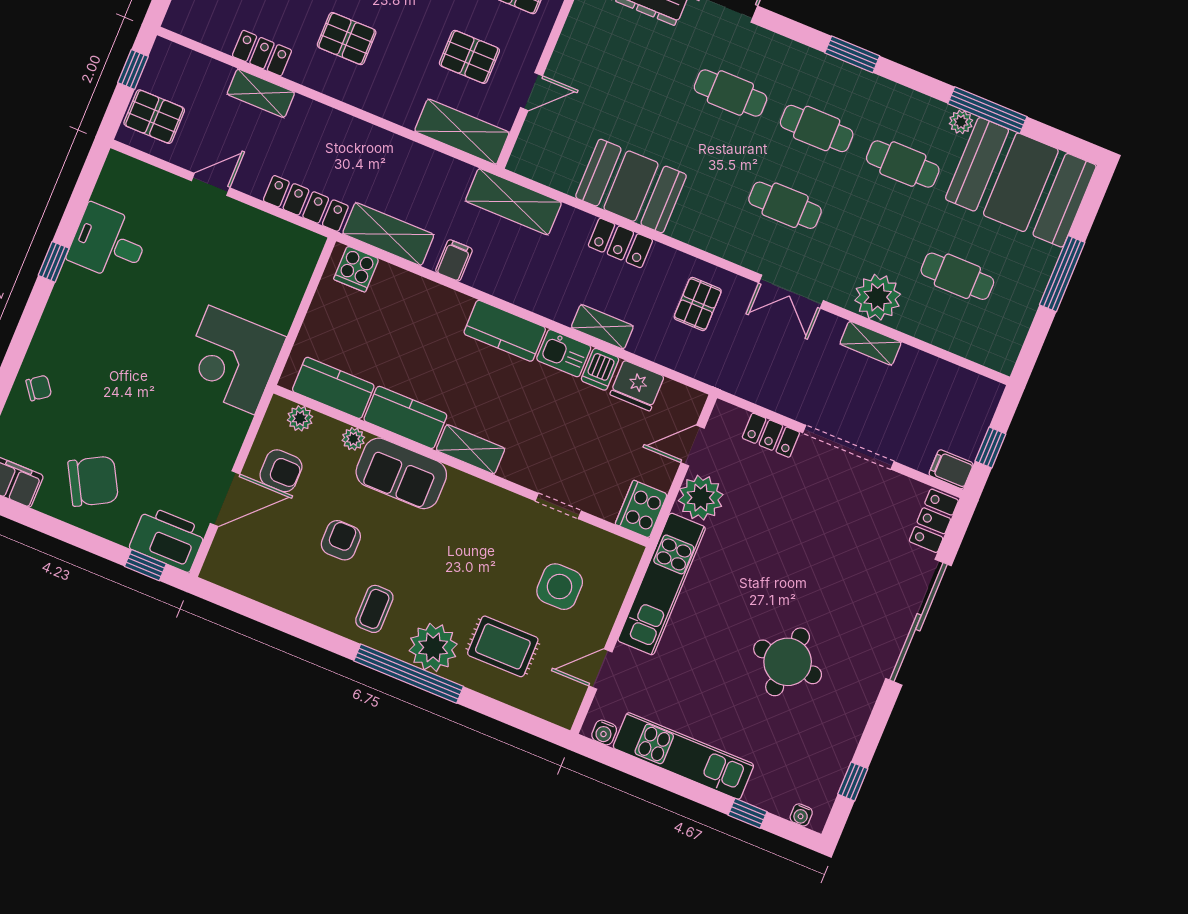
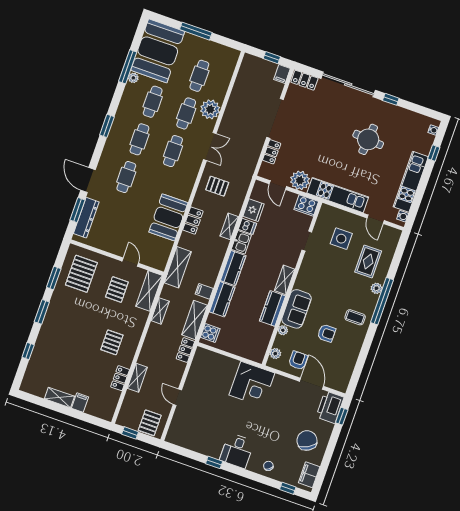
locker: (306, 203) -> (185, 350), width x0.66
cafe table: (871, 241) -> (186, 113), added
desk: (109, 243) -> (237, 451), moved
shelving: (871, 343) -> (160, 311), moved
kitchen counter: (333, 388) -> (222, 299), moved, turned 180
armchair: (341, 540) -> (327, 333), turned 180
plant: (433, 647) -> (376, 288), width x0.53, depth x0.53
window: (853, 781) -> (391, 99), moved

